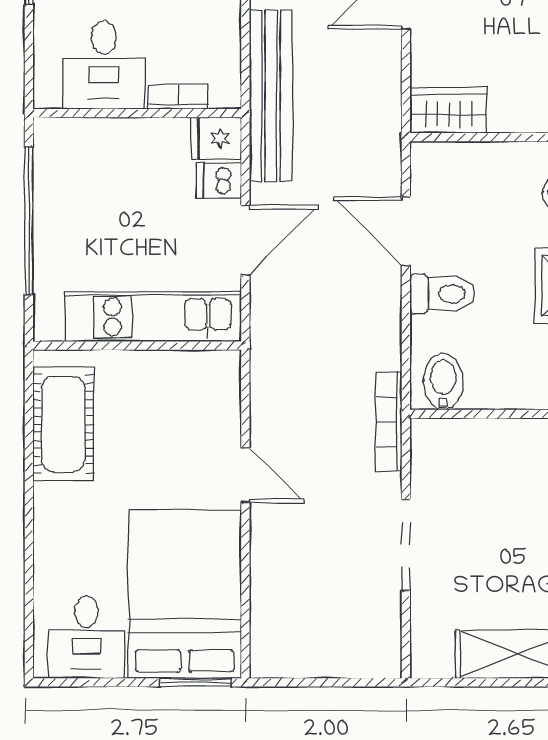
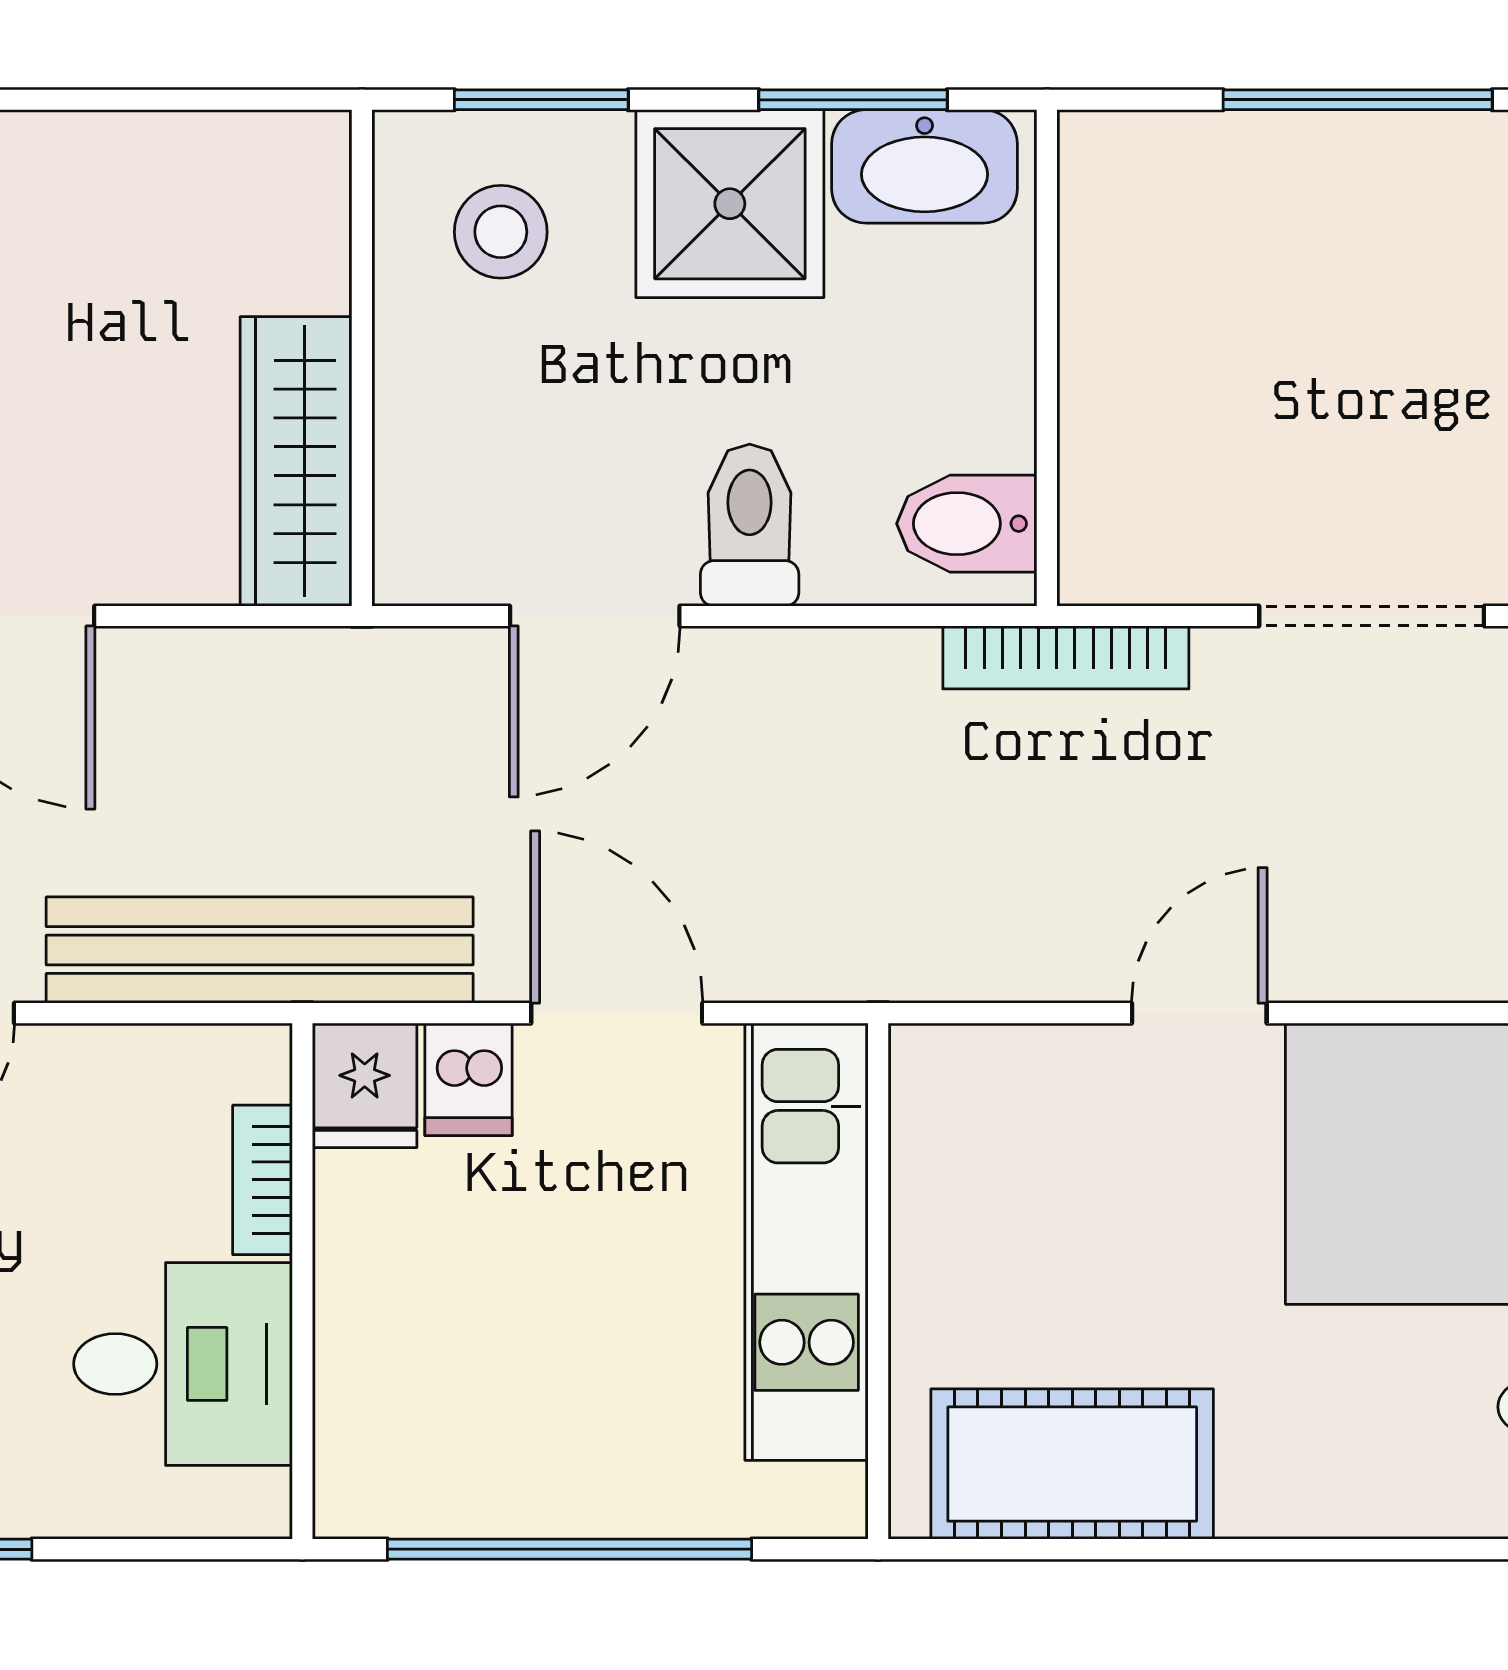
wardrobe: (449, 111) -> (296, 461), width x1.50

